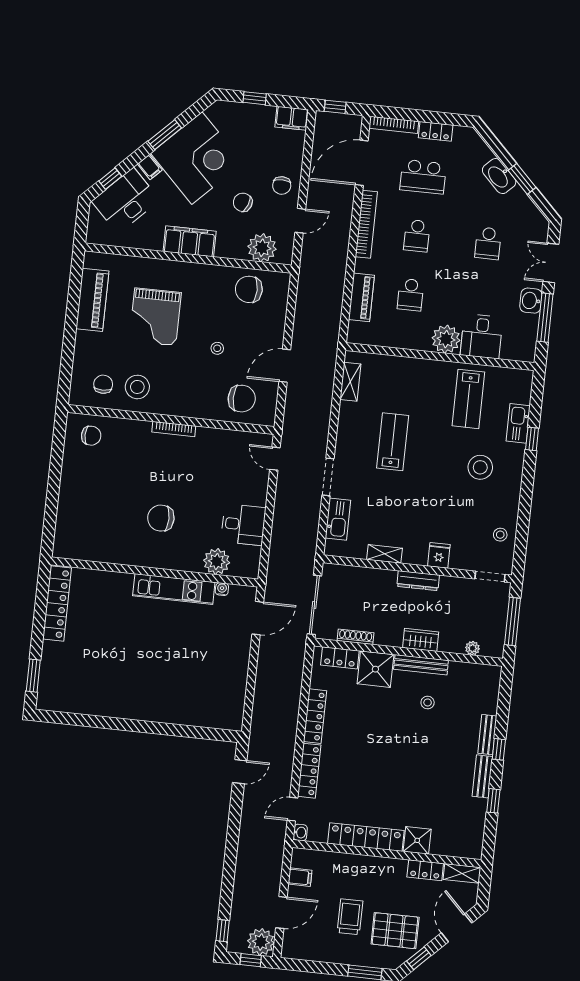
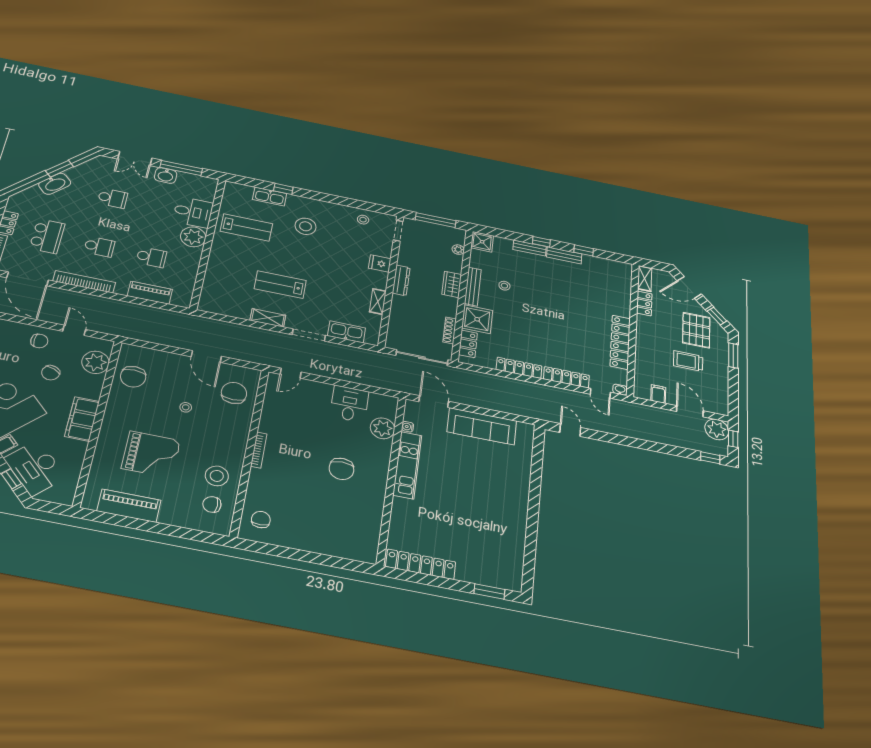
shelving: (350, 382) -> (268, 318), moved
sofa: (232, 672) -> (482, 426), added
shower: (417, 840) -> (482, 242), moved

